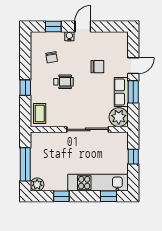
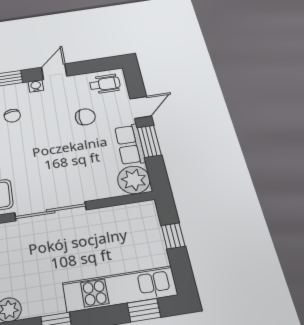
wheelchair: (64, 82) -> (105, 84), moved
sliding door: (88, 129) -> (51, 211), moved

